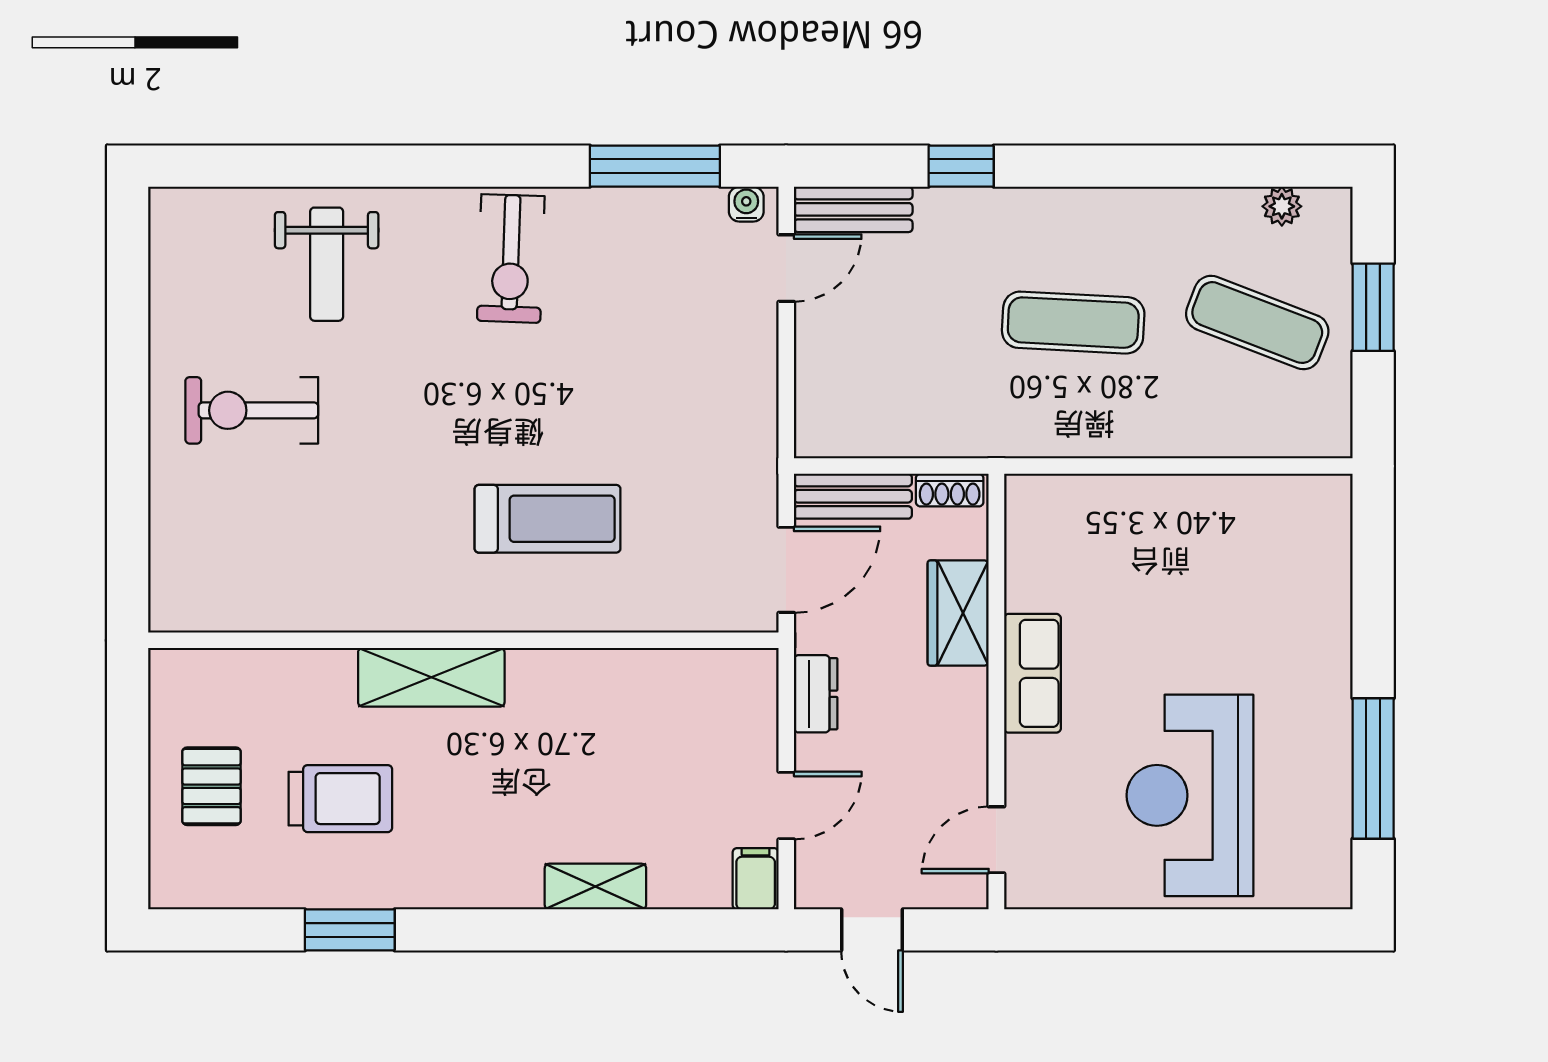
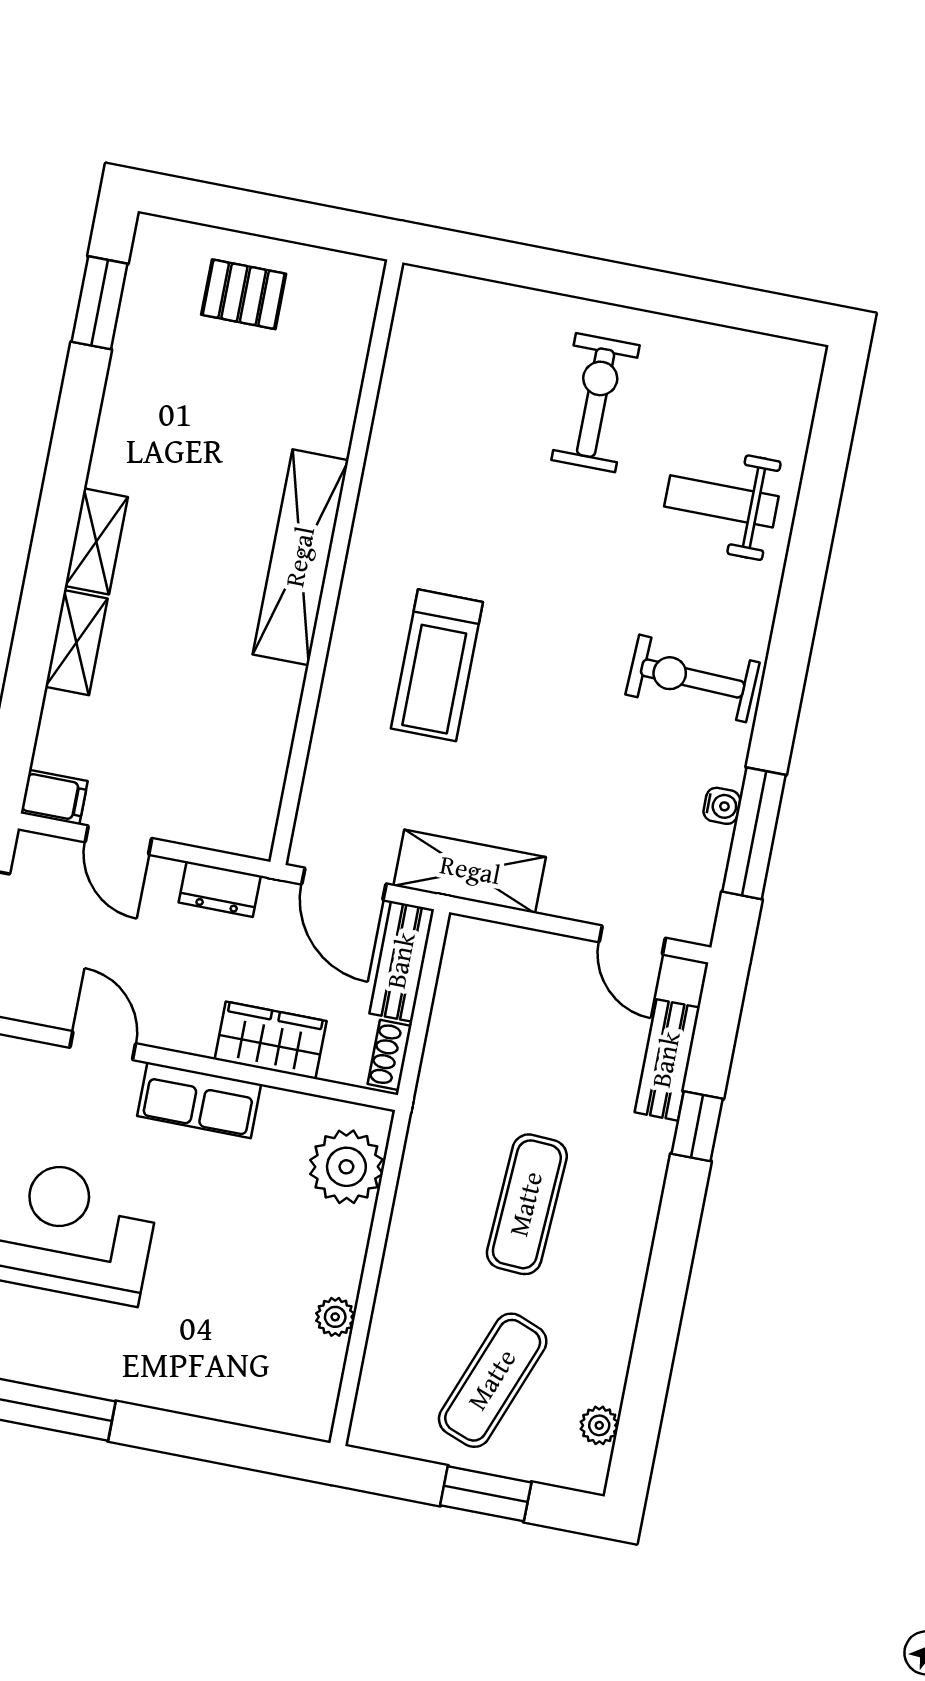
water cooler: (746, 204) -> (722, 806), moved
bench: (853, 209) -> (667, 1060), moved
shelving: (749, 445) -> (470, 871), added
plant: (1224, 494) -> (335, 1317), added
plant: (1071, 512) -> (346, 1167), added
shelving: (431, 677) -> (301, 557), width x1.47
trolley: (340, 799) -> (208, 415), removed
door: (996, 840) -> (103, 1046), moved
shelving: (489, 886) -> (96, 541), added
window: (350, 930) -> (100, 303), moved

